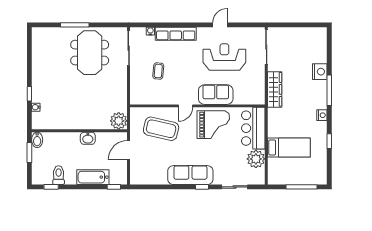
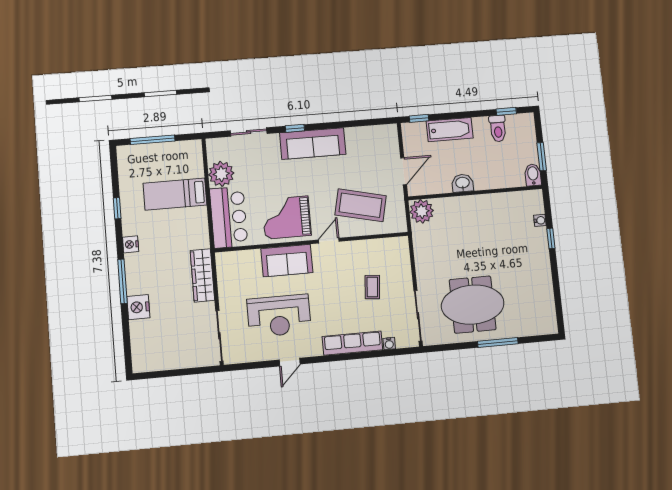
meeting table: (90, 53) -> (473, 305), turned 90

